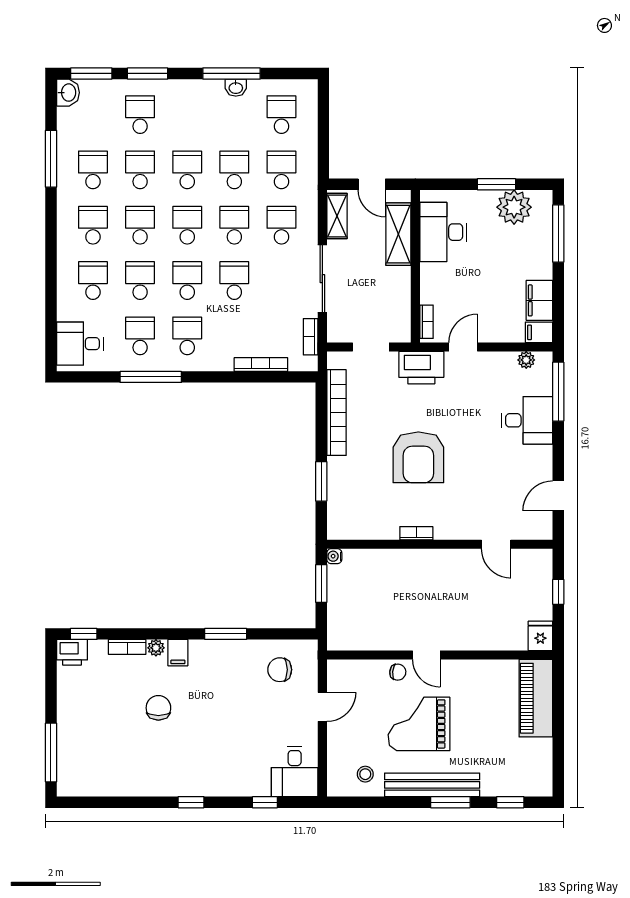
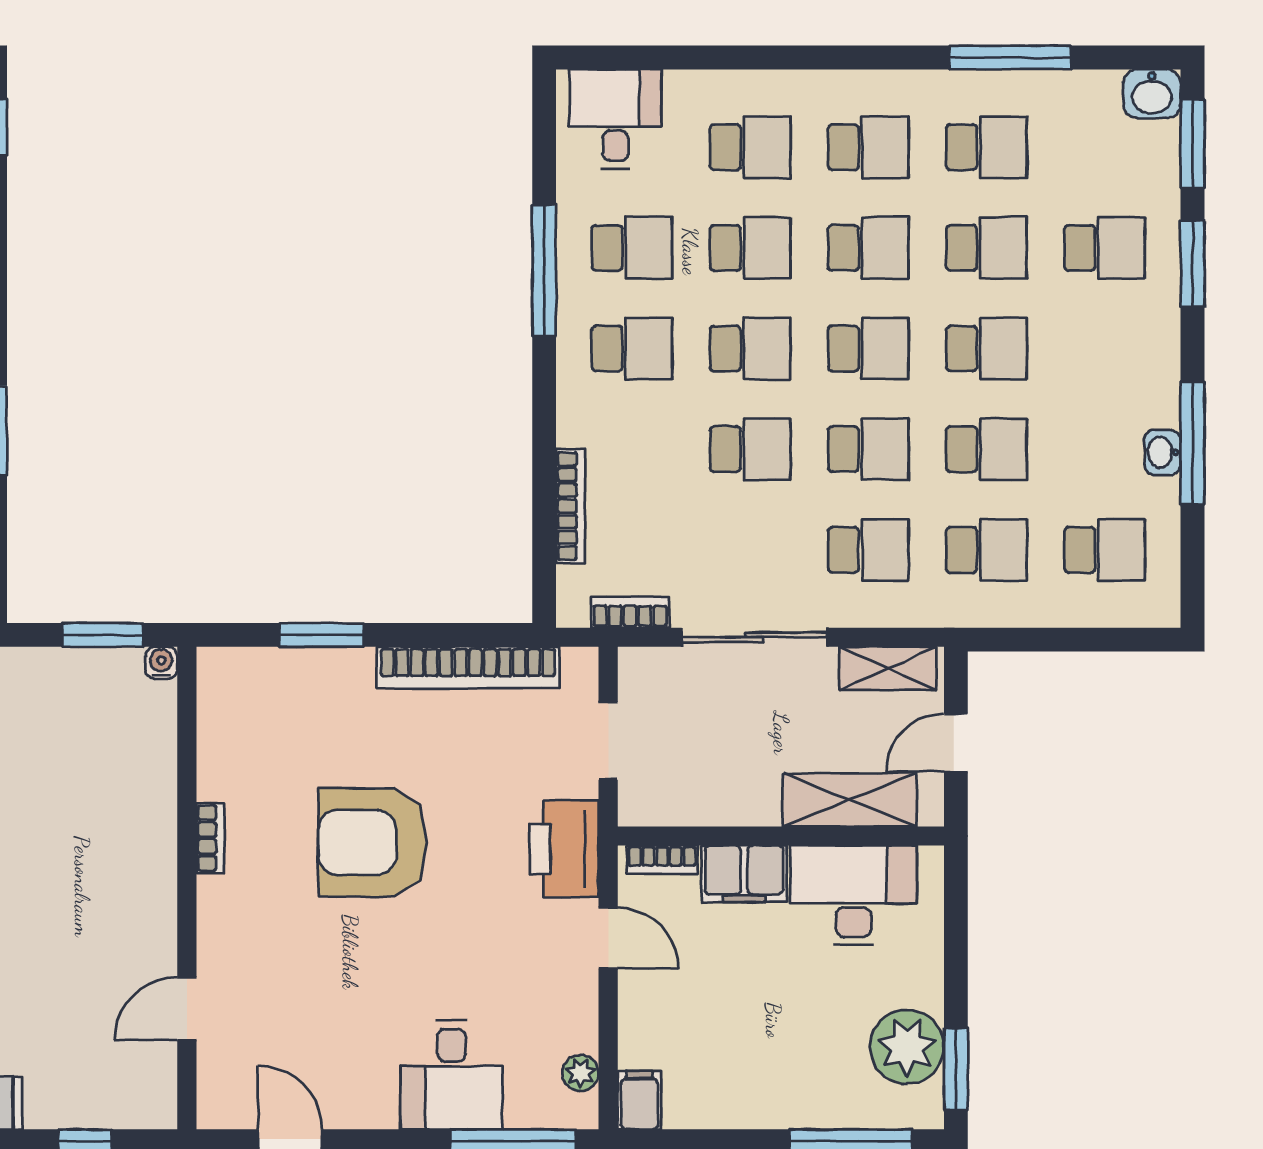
window: (496, 184) -> (956, 1069), moved
filing cabinet: (539, 300) -> (744, 874), moved, turned 180

